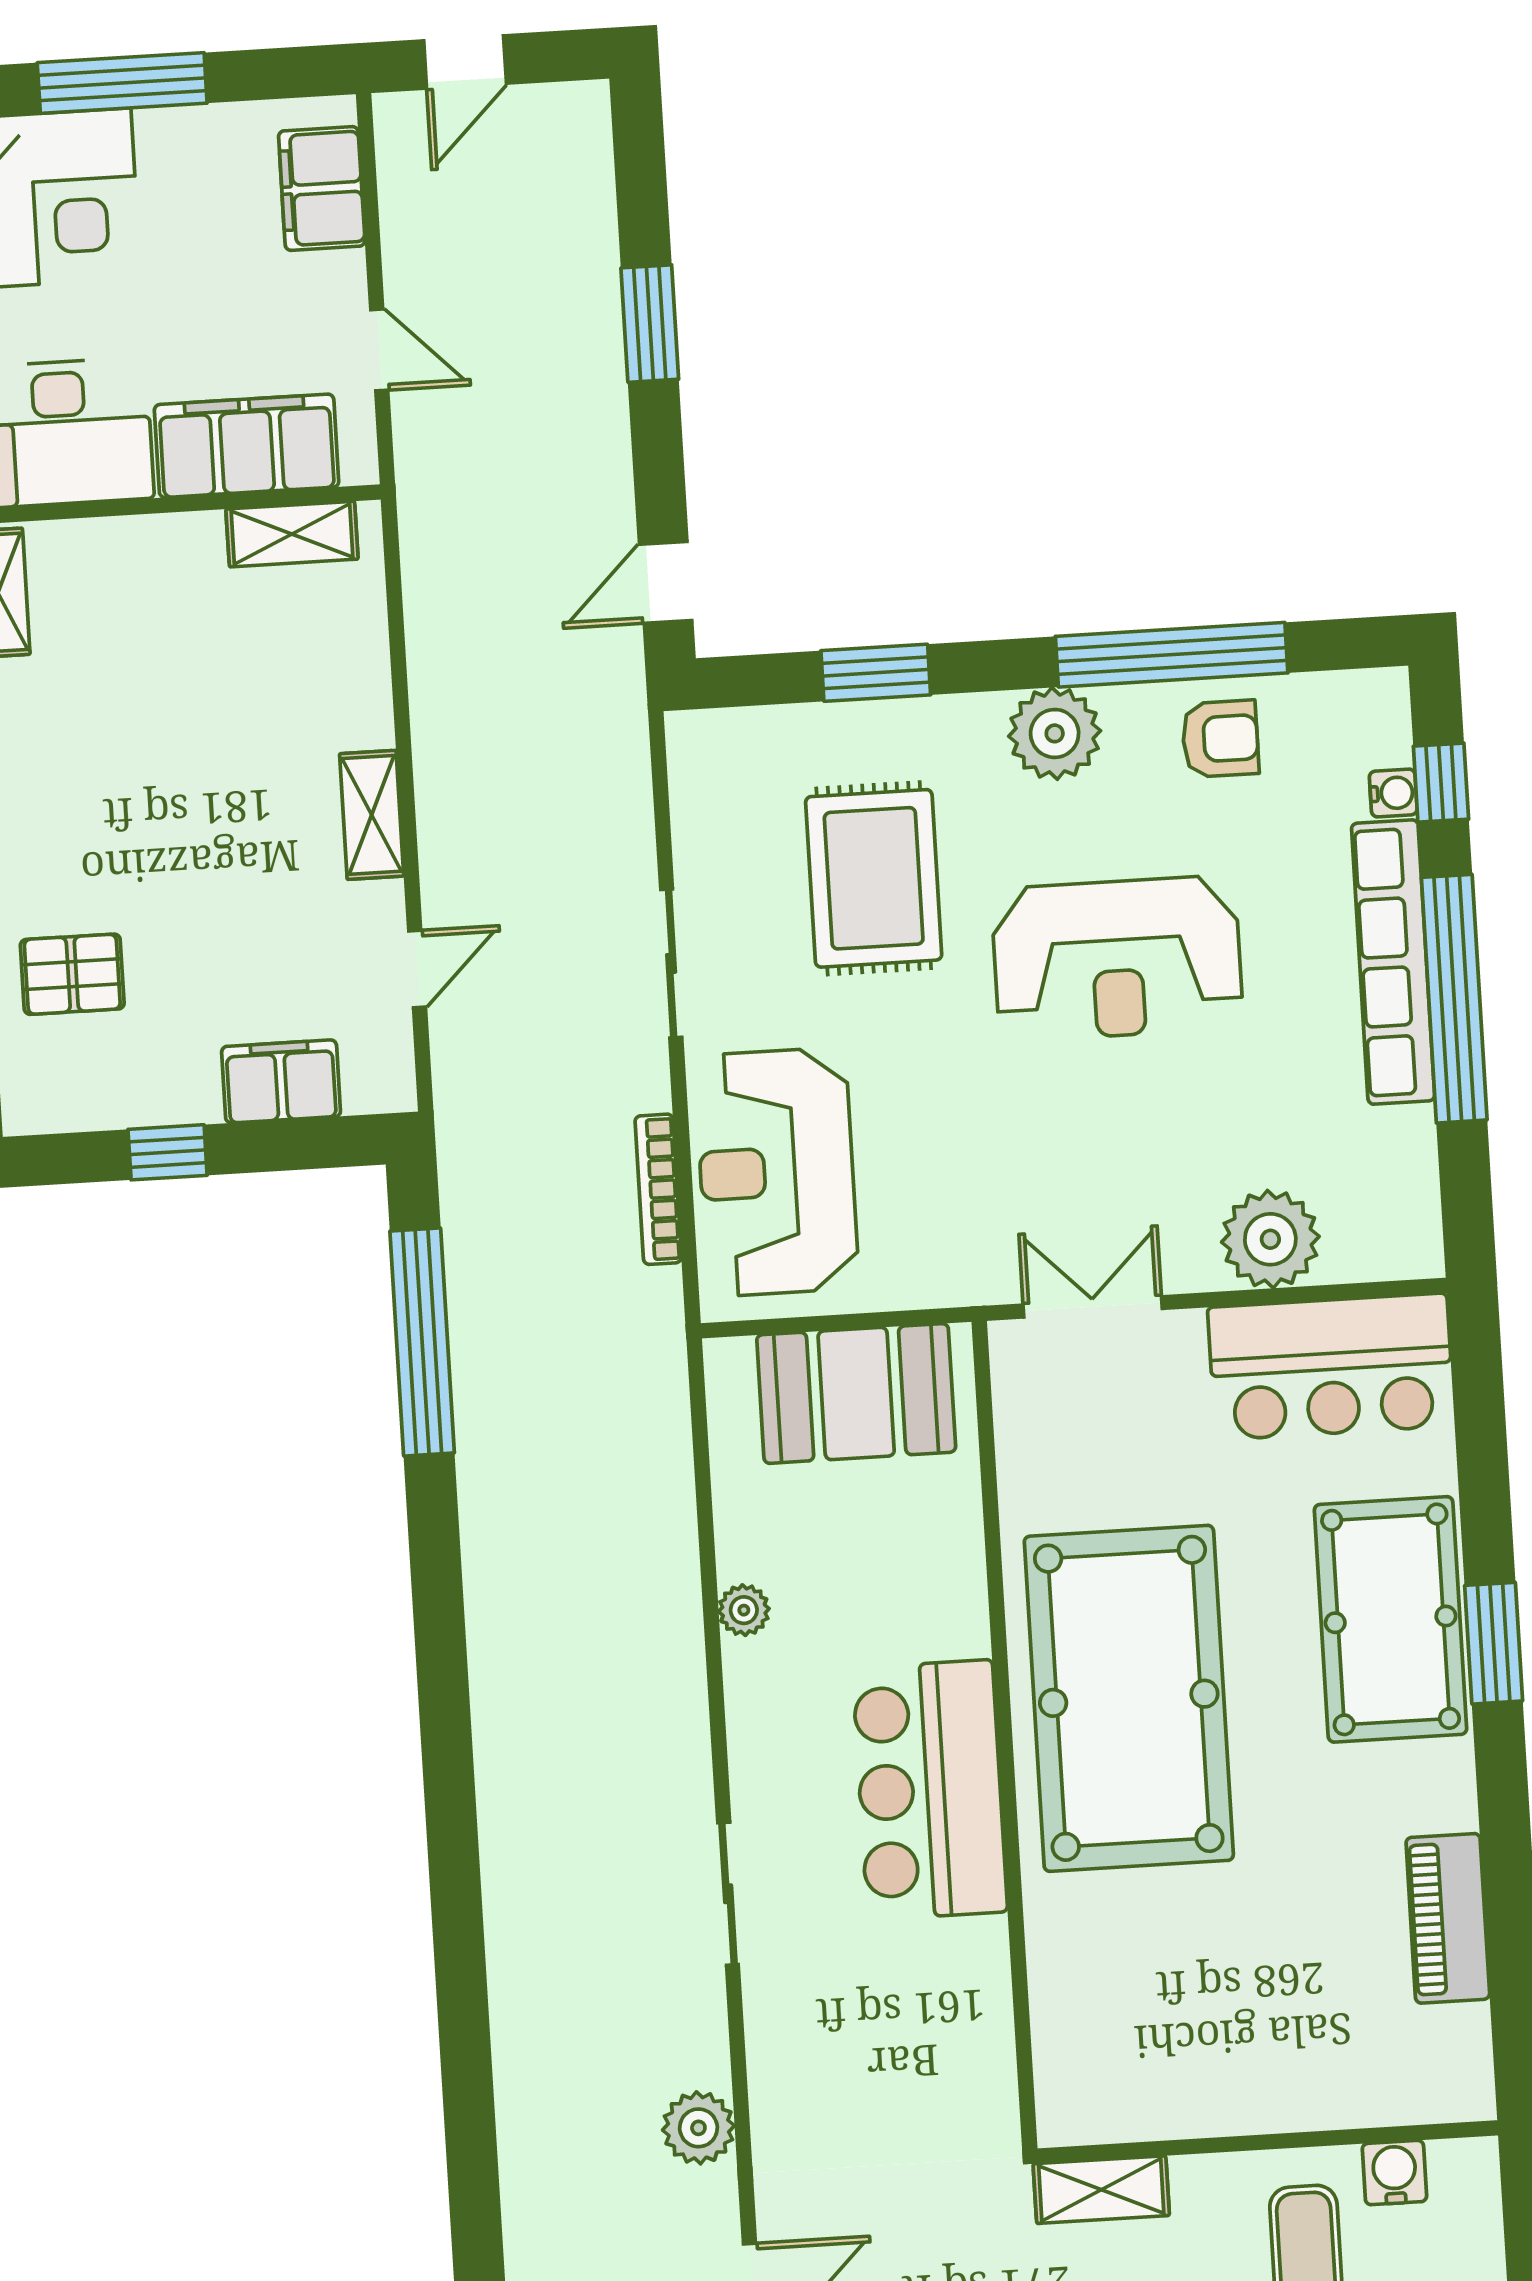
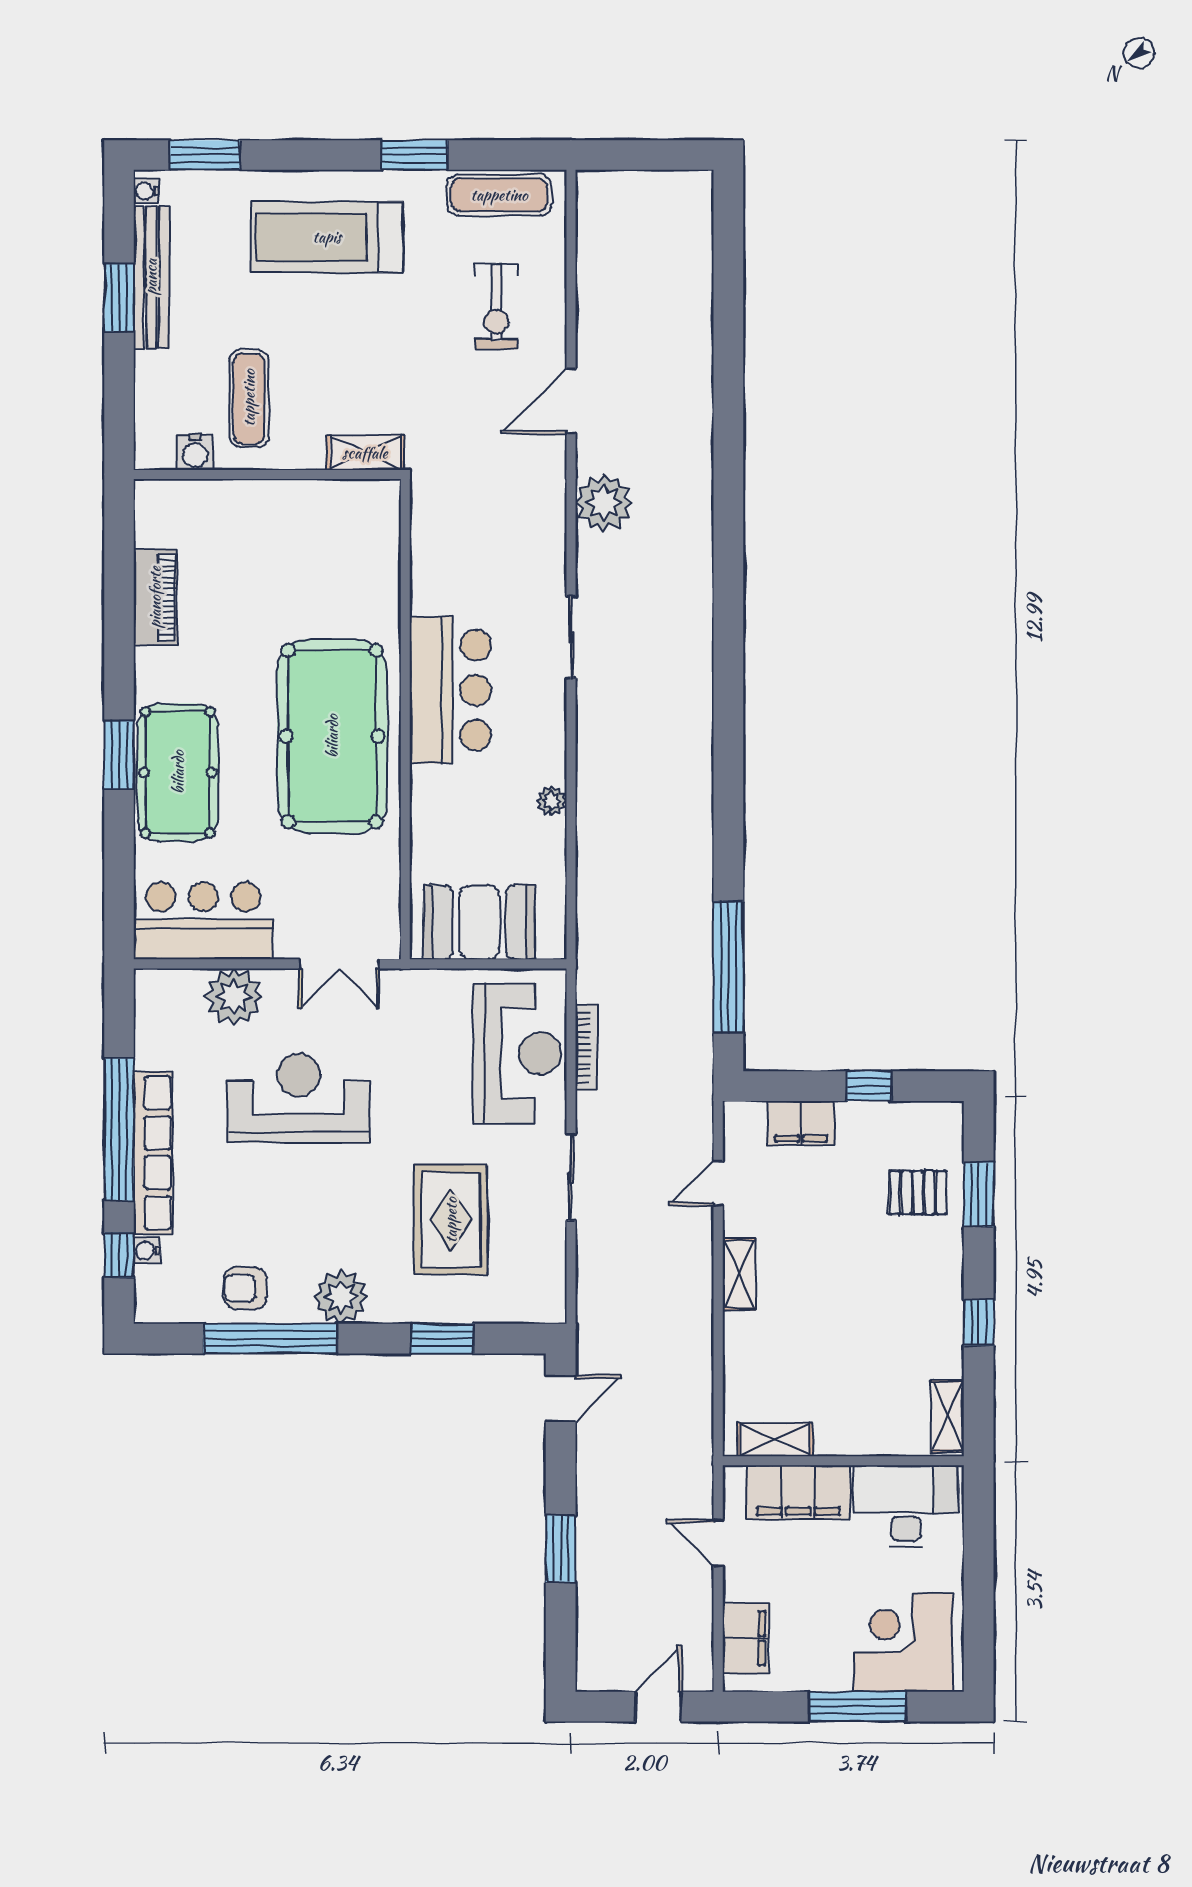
reception desk: (1117, 958) -> (299, 1098), moved
plant: (698, 2128) -> (604, 503), width x1.36, depth x1.36

